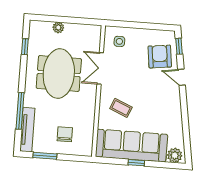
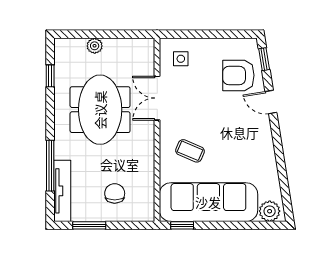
armchair: (160, 57) -> (238, 75), turned -83
window: (136, 163) -> (182, 225), moved

